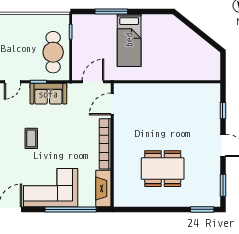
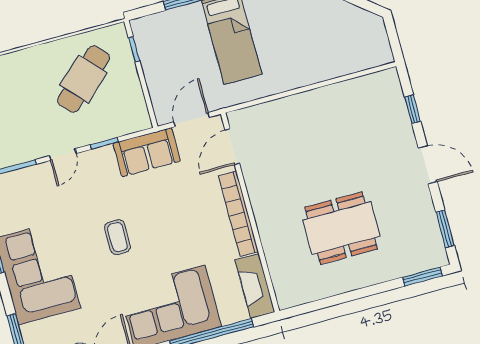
cafe table: (53, 52) -> (84, 79), moved, turned 47
sofa: (48, 94) -> (147, 152), moved

